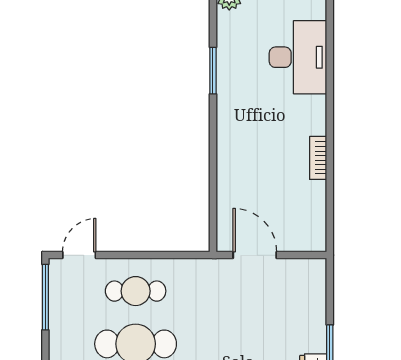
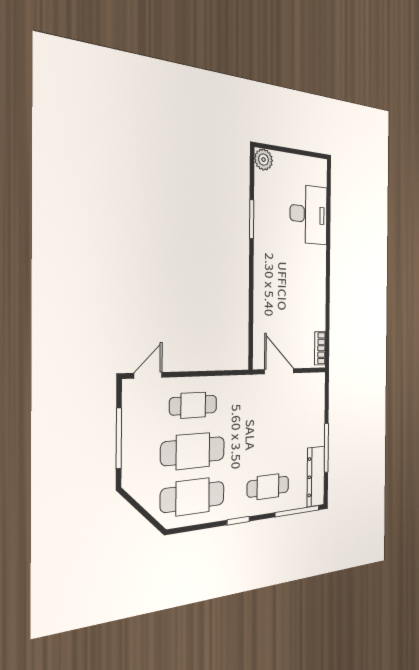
bookcase: (318, 158) -> (320, 348), moved
window: (45, 297) -> (119, 438), moved

